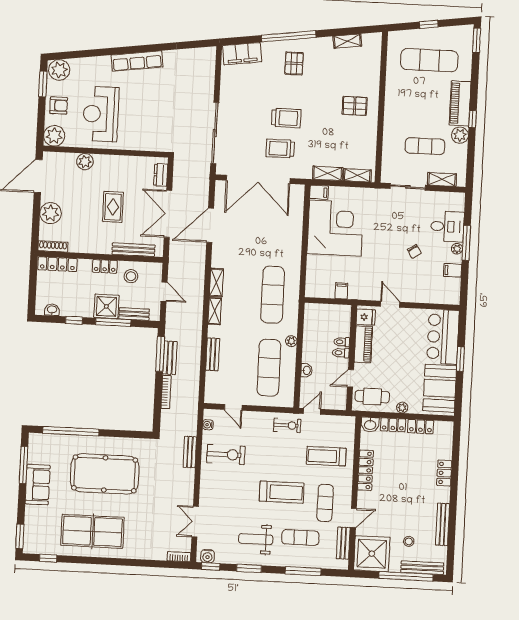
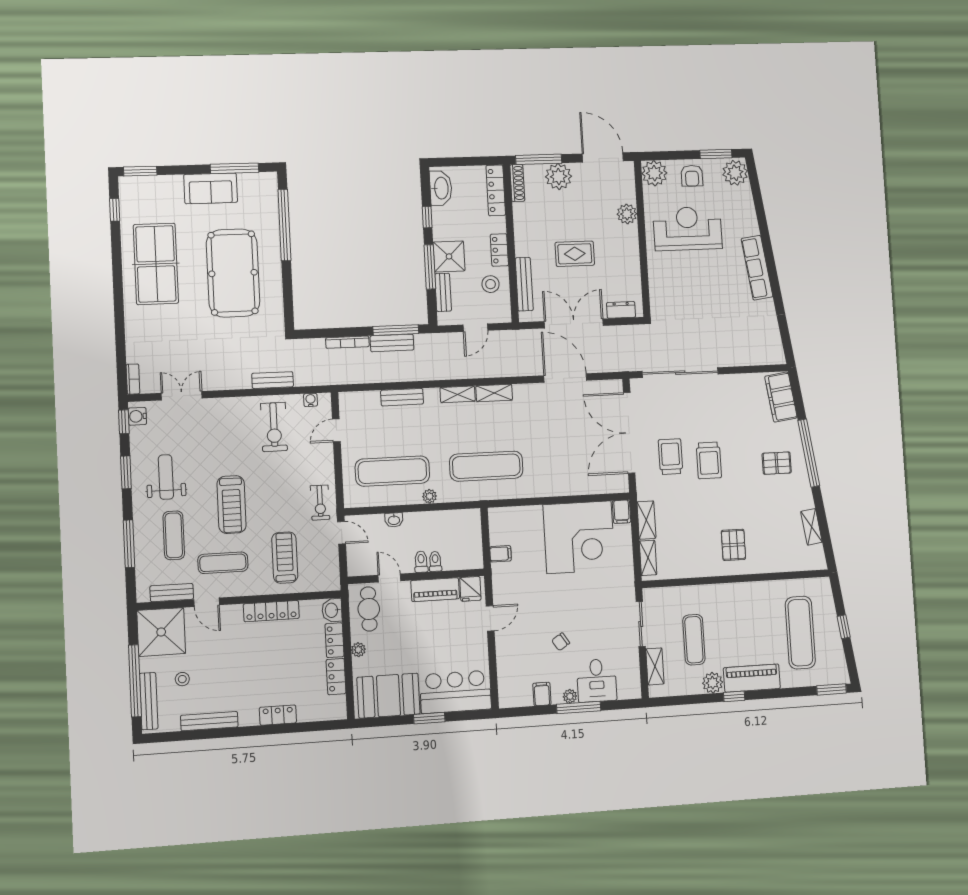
window: (36, 227) -> (539, 159), added
washbasin: (52, 310) -> (441, 188), width x1.91, depth x1.45

